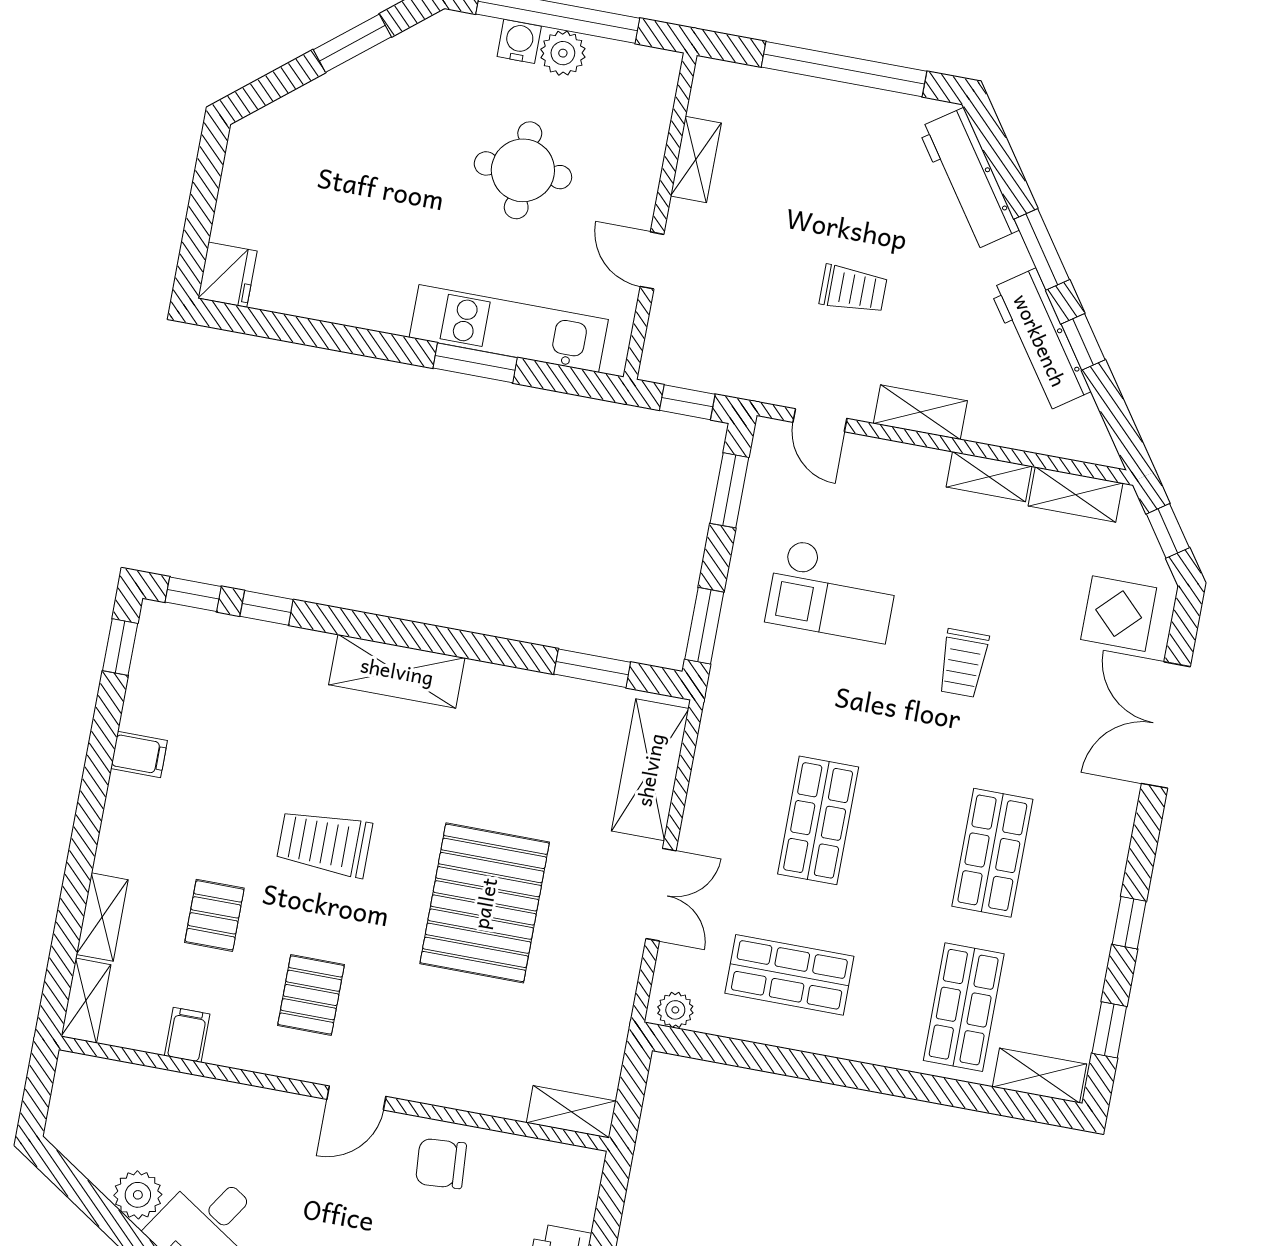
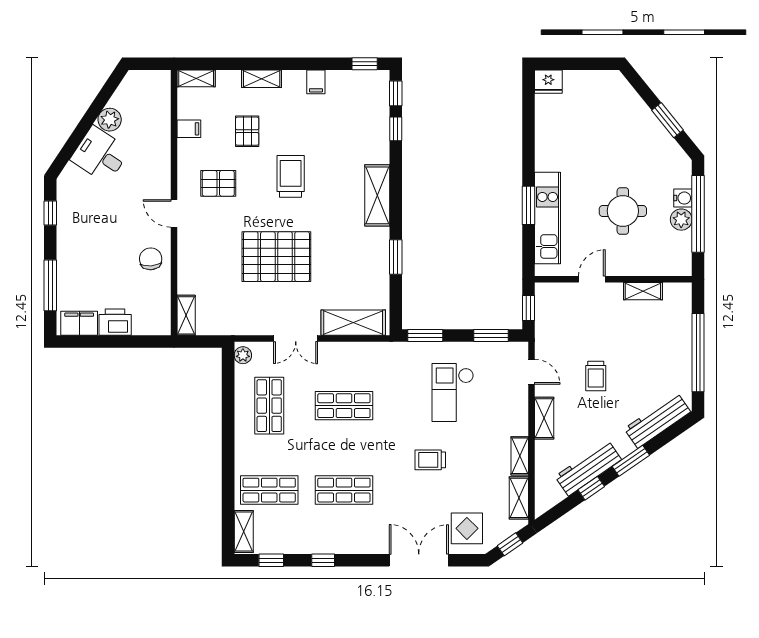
door: (820, 420) -> (532, 372), swing flipped
window: (592, 668) -> (396, 257), moved
pallet: (214, 915) -> (247, 131), turned 90
shelving: (102, 917) -> (262, 79), moved

